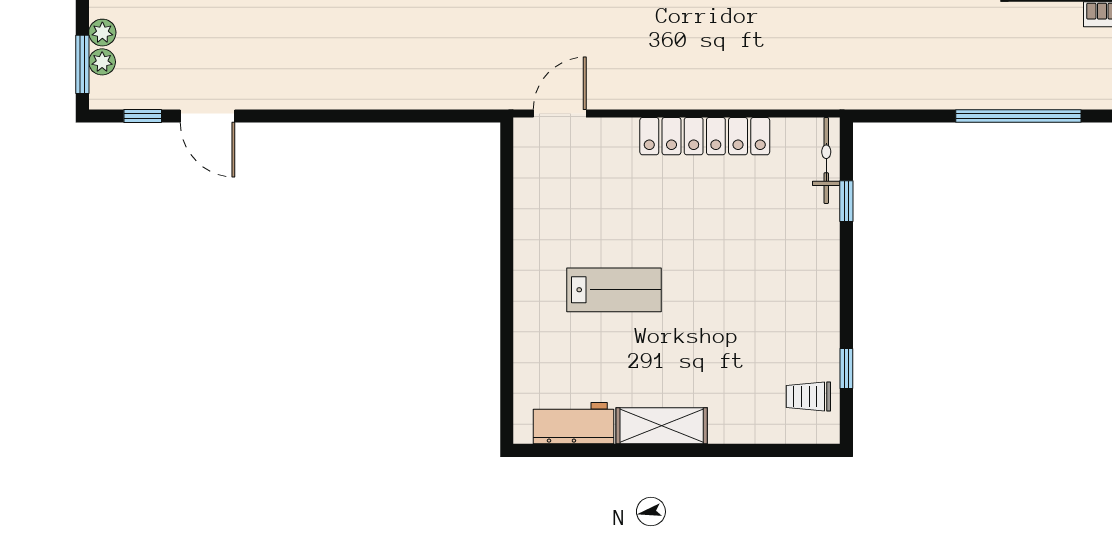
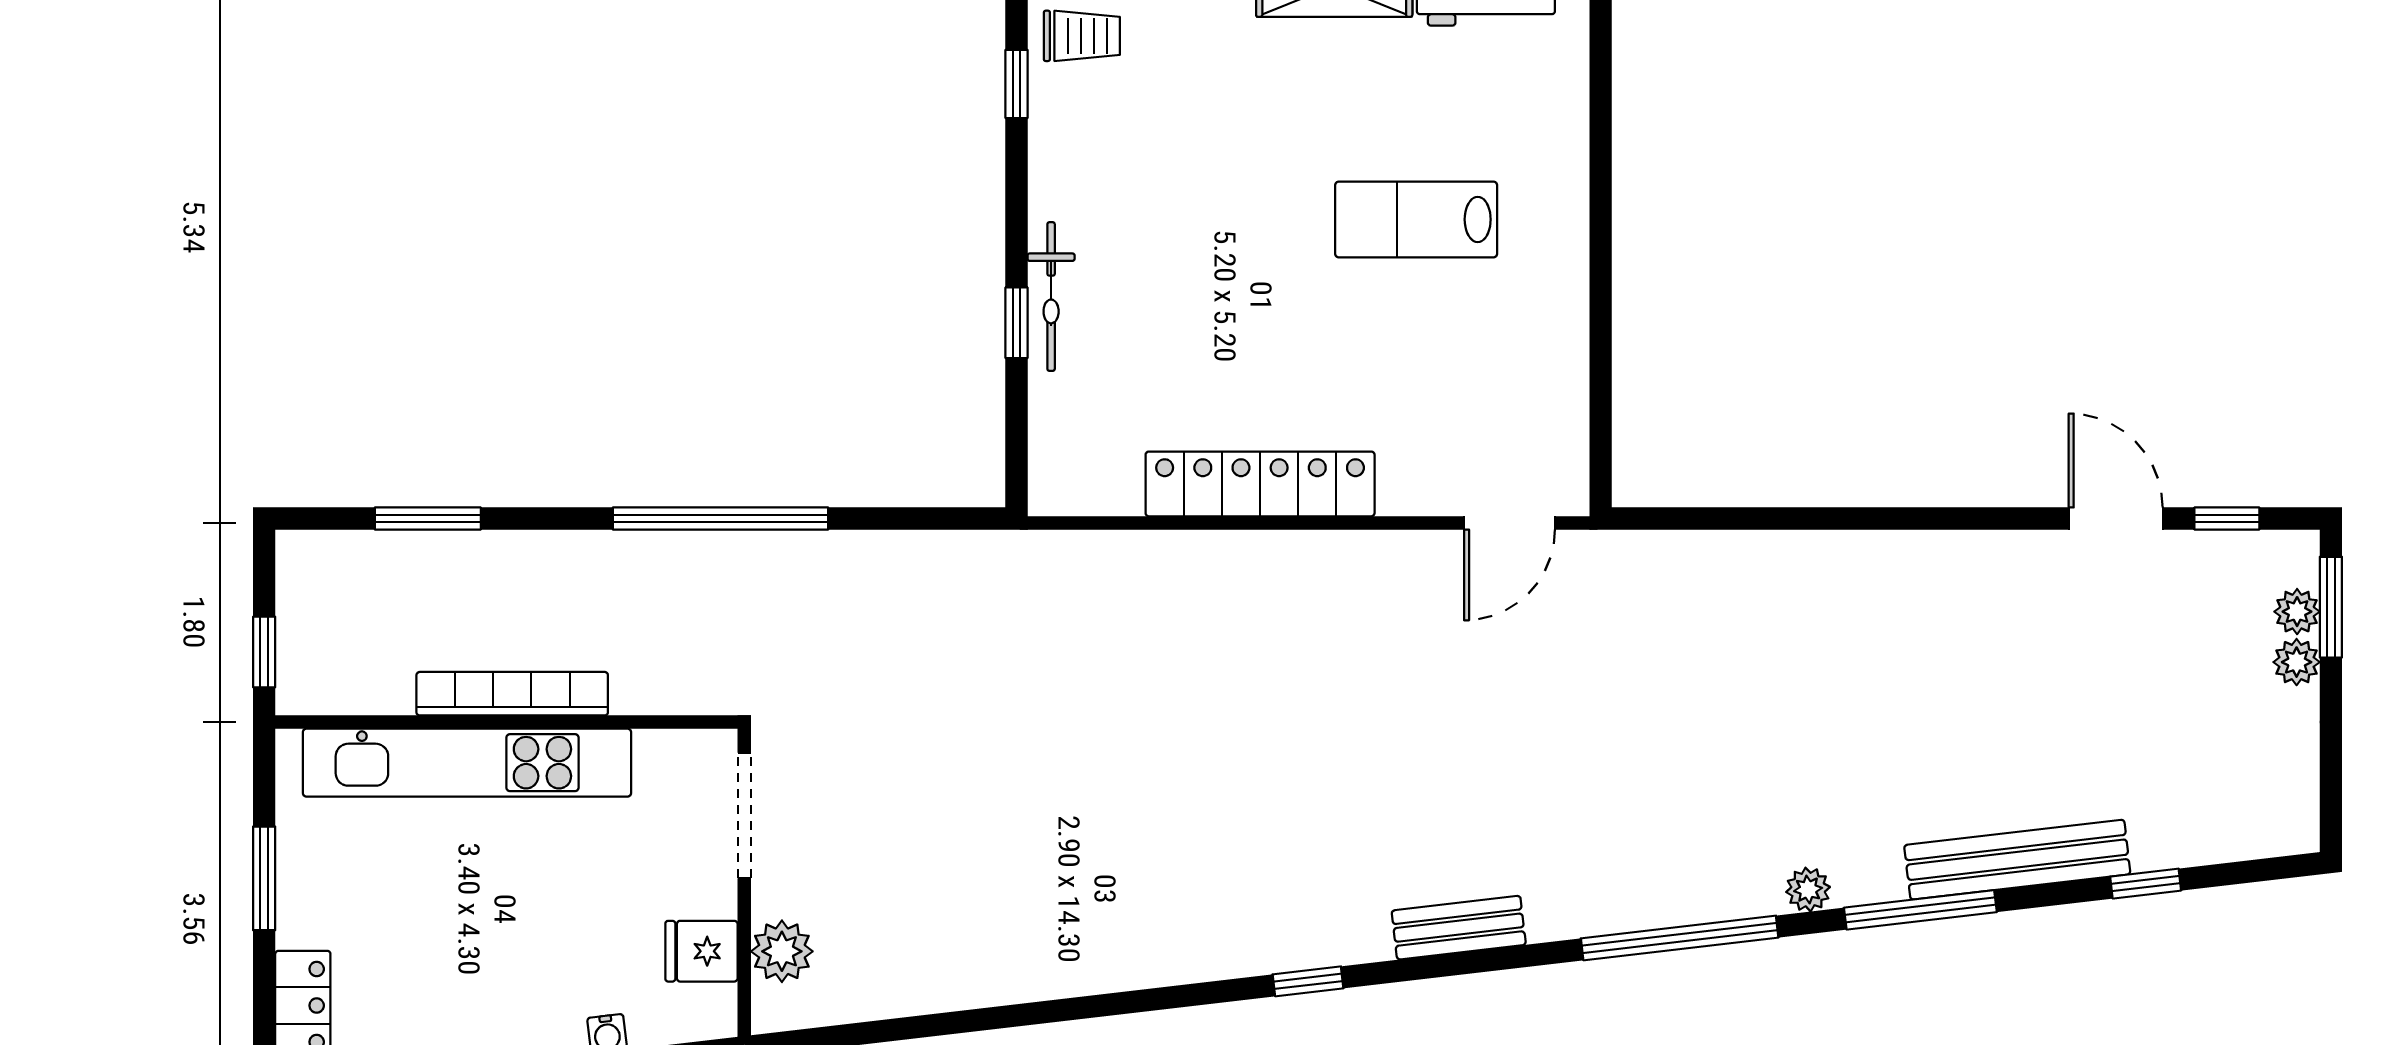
bicycle: (826, 160) -> (1051, 297), moved
window: (846, 201) -> (1016, 323), moved

